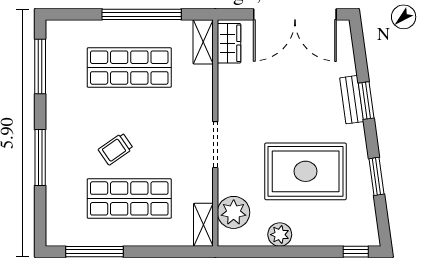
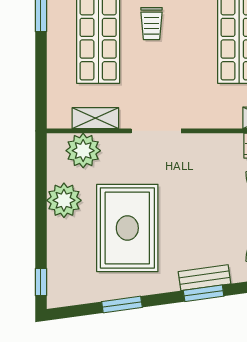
trolley: (116, 149) -> (151, 24), turned -145
shelving: (203, 225) -> (95, 118), moved
plant: (280, 235) -> (64, 200), width x1.36, depth x1.36

